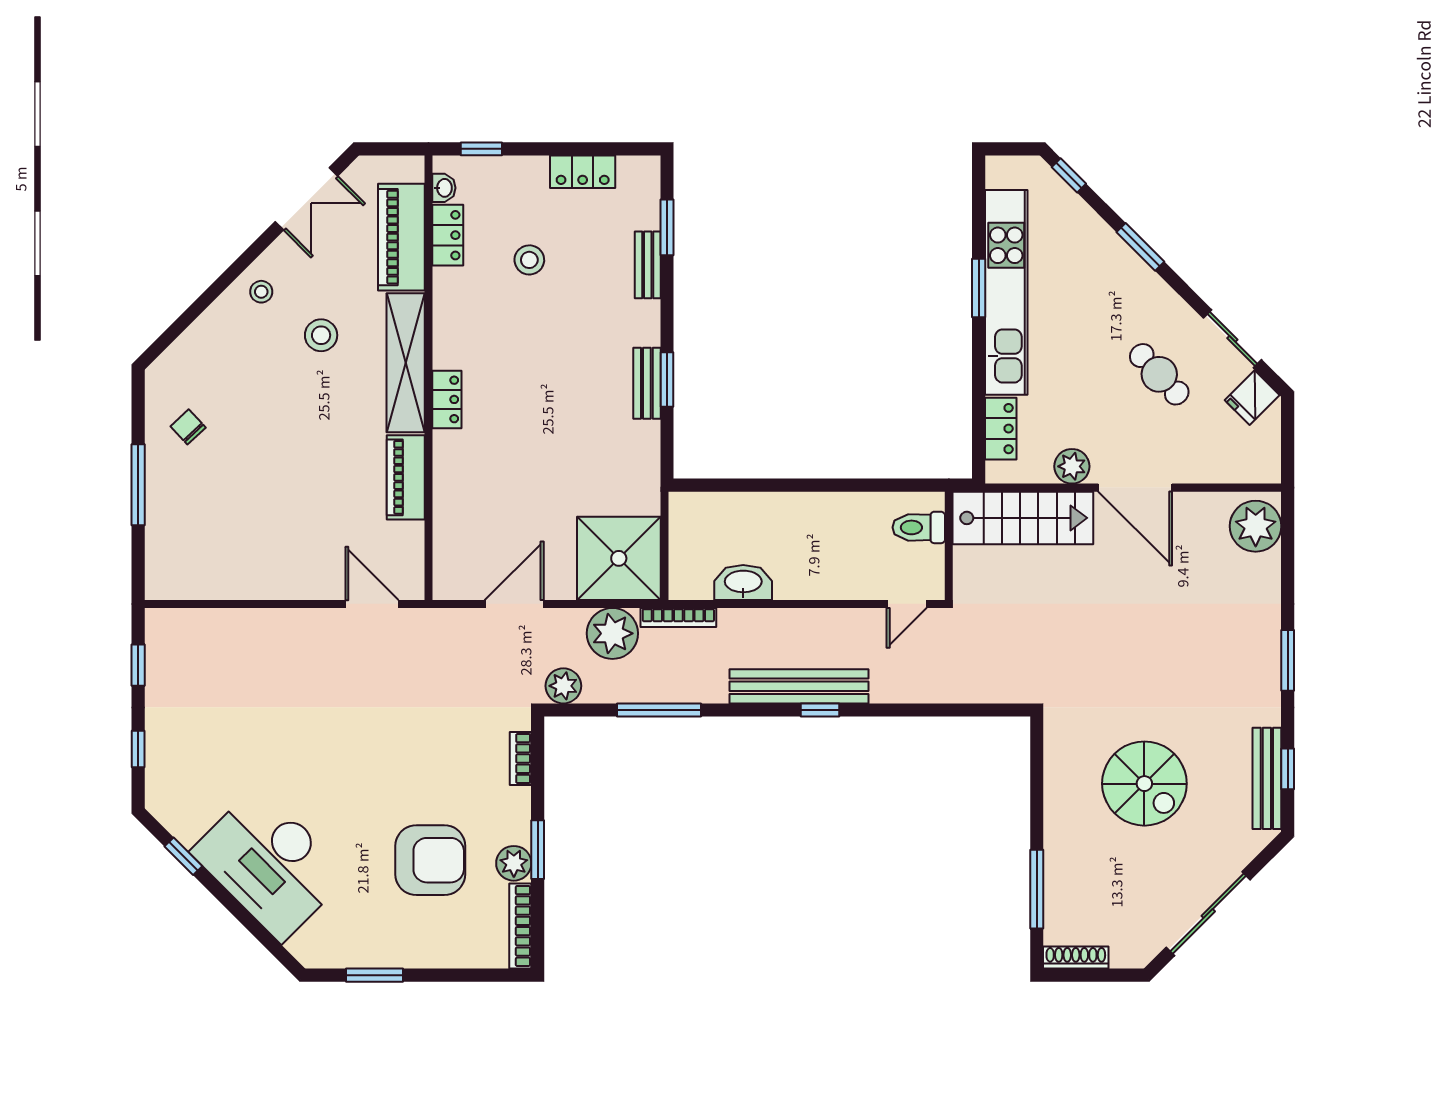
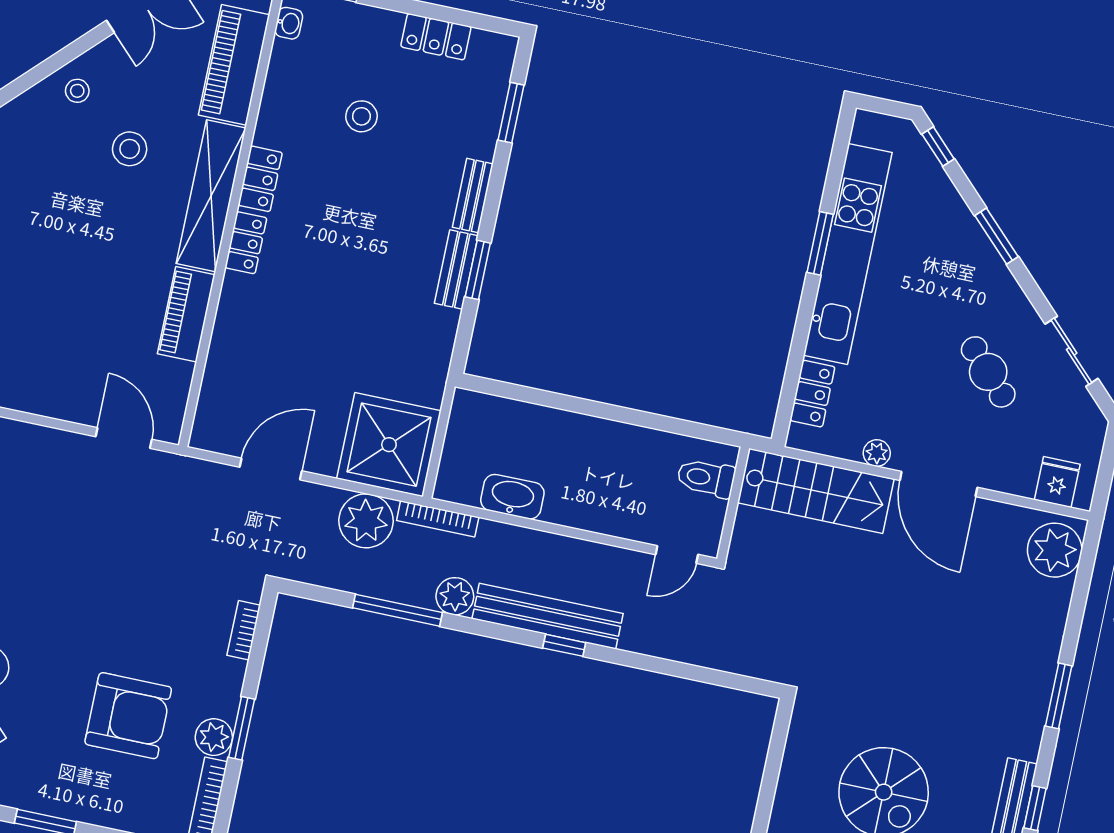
locker: (448, 235) -> (260, 179), moved
bench: (648, 265) -> (473, 196), moved
fridge: (1252, 398) -> (1057, 482), moved, turned 135
plant: (1072, 466) -> (877, 453), width x0.73, depth x0.73
plant: (563, 686) -> (455, 596), moved

